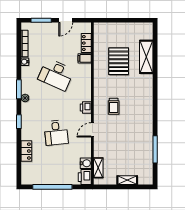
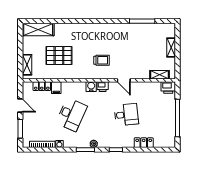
shelving: (109, 27) -> (27, 65), added
shelving: (146, 57) -> (38, 29), moved
water cooler: (86, 163) -> (91, 87), moved

